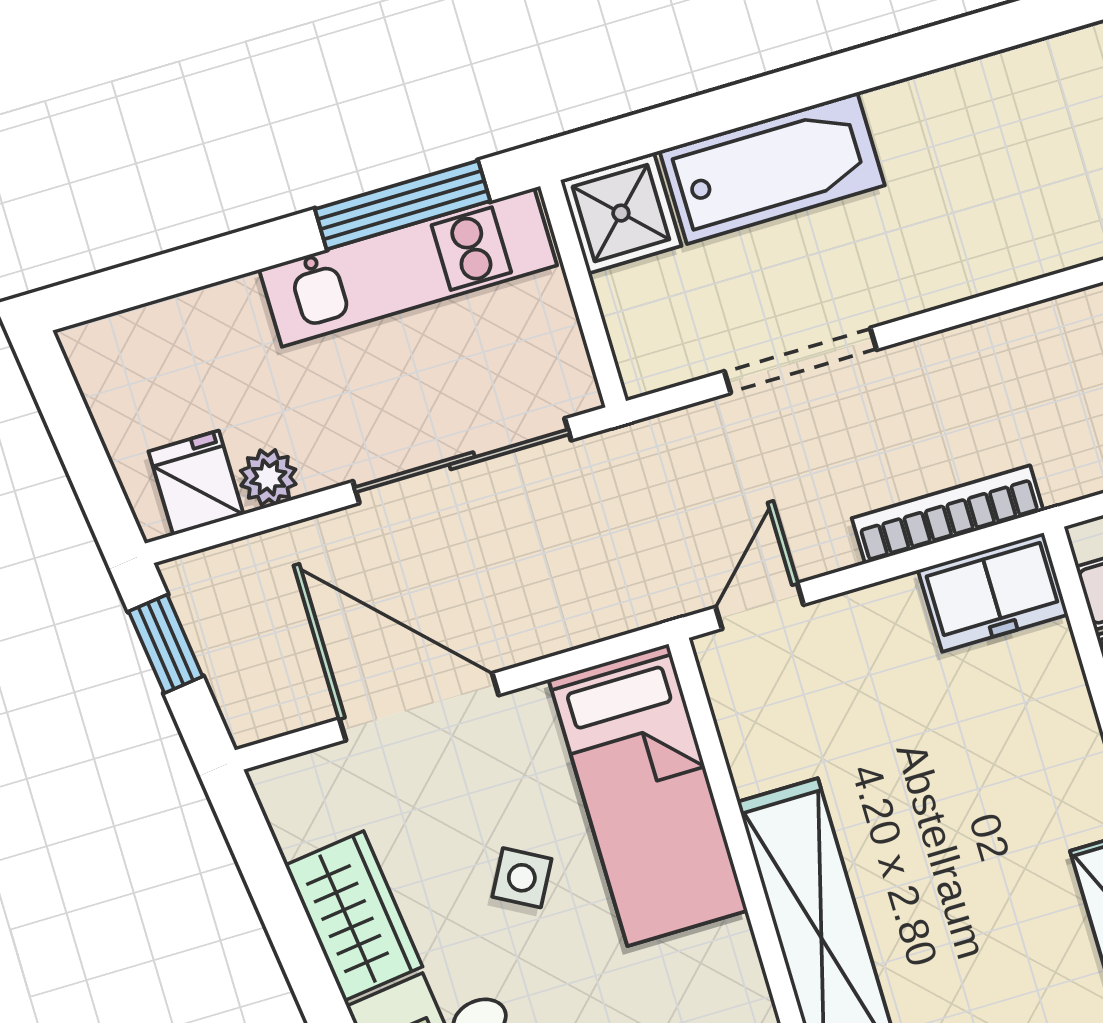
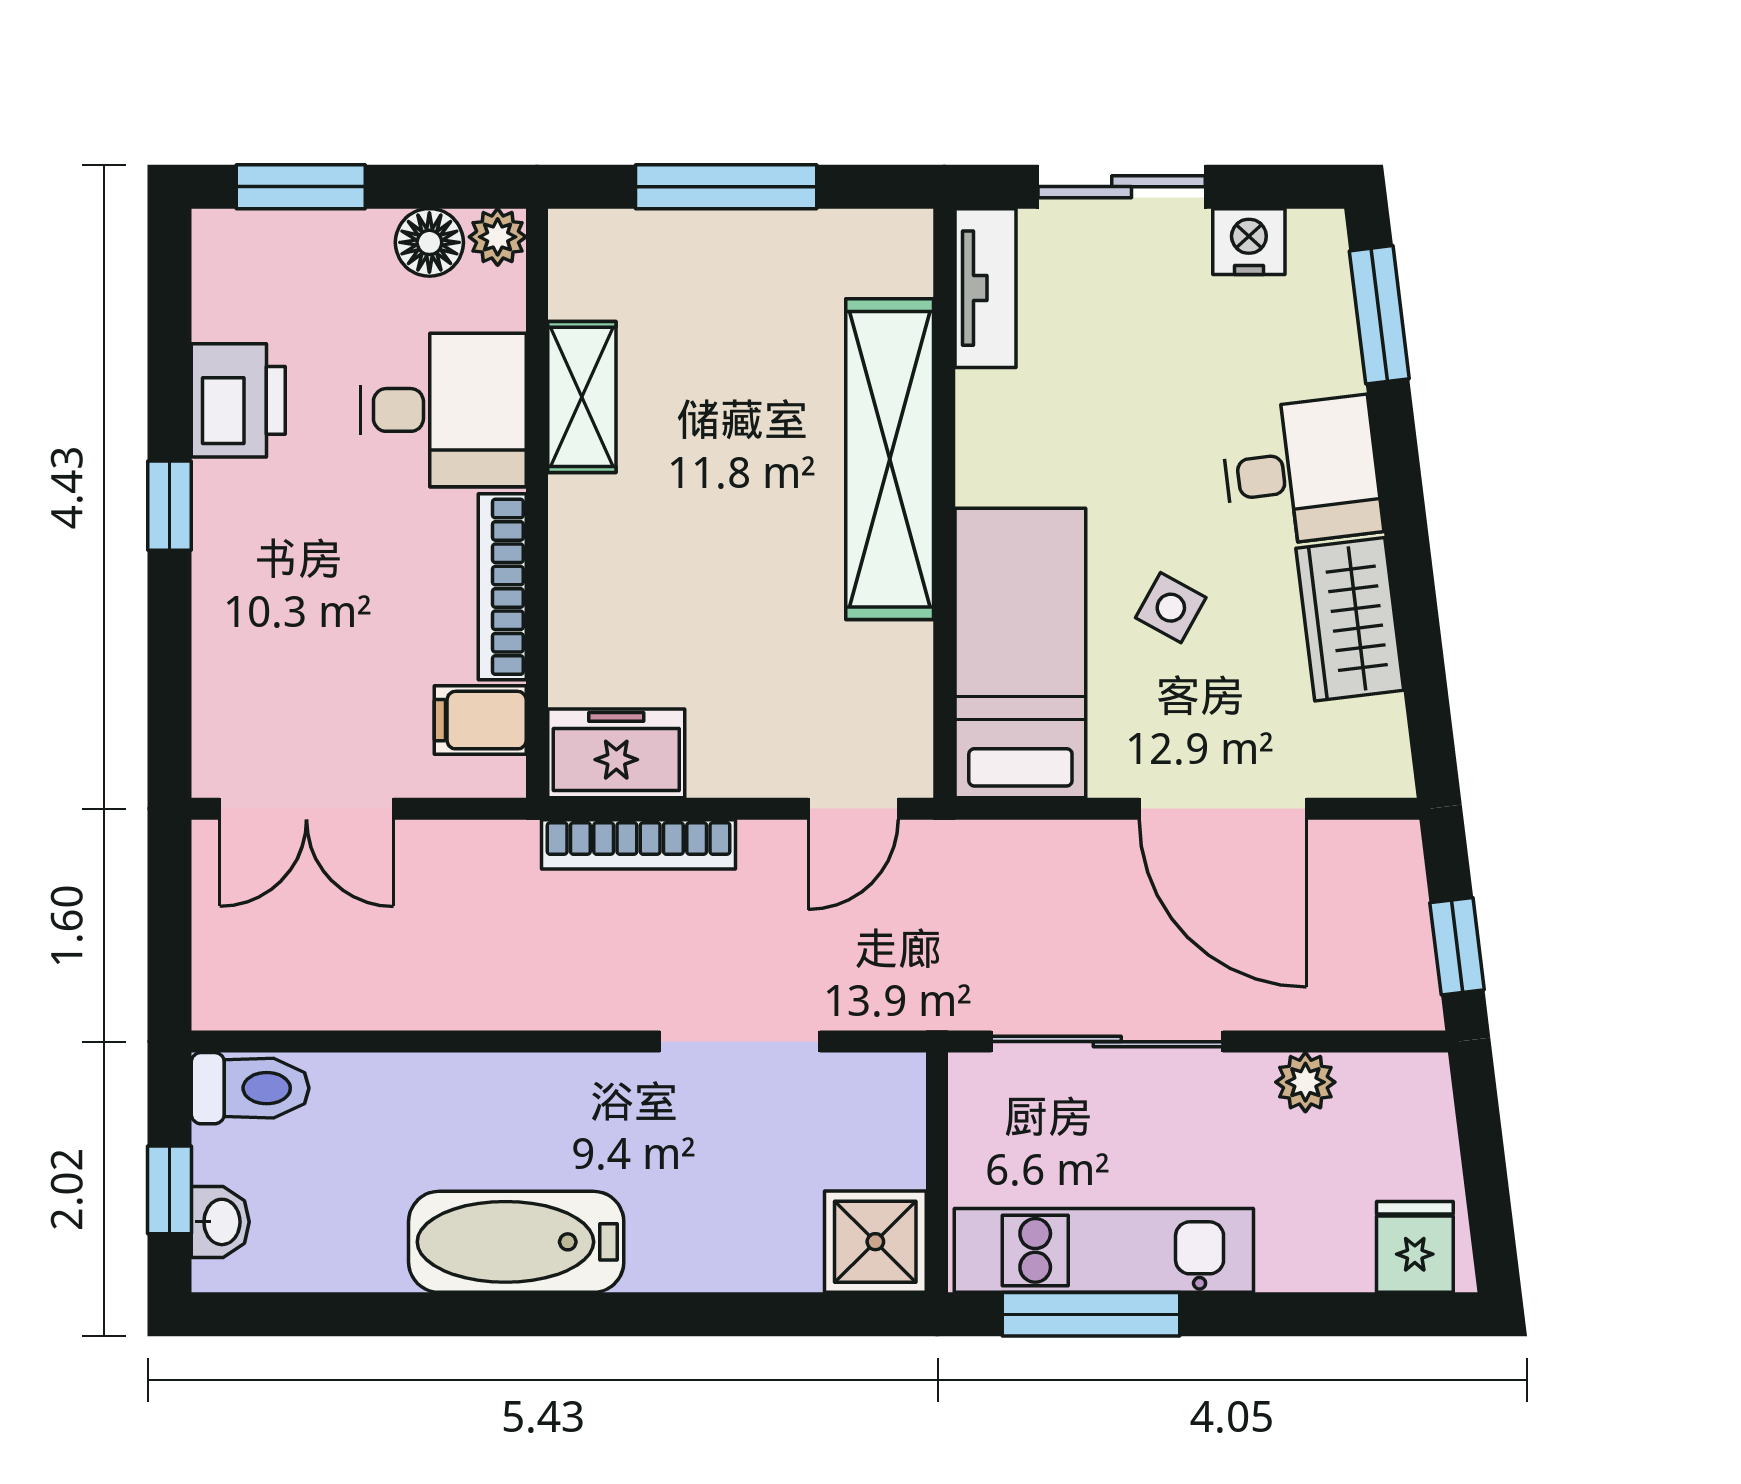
bathtub: (772, 168) -> (516, 1242), moved
fridge: (196, 483) -> (1415, 1247), moved, turned 180

